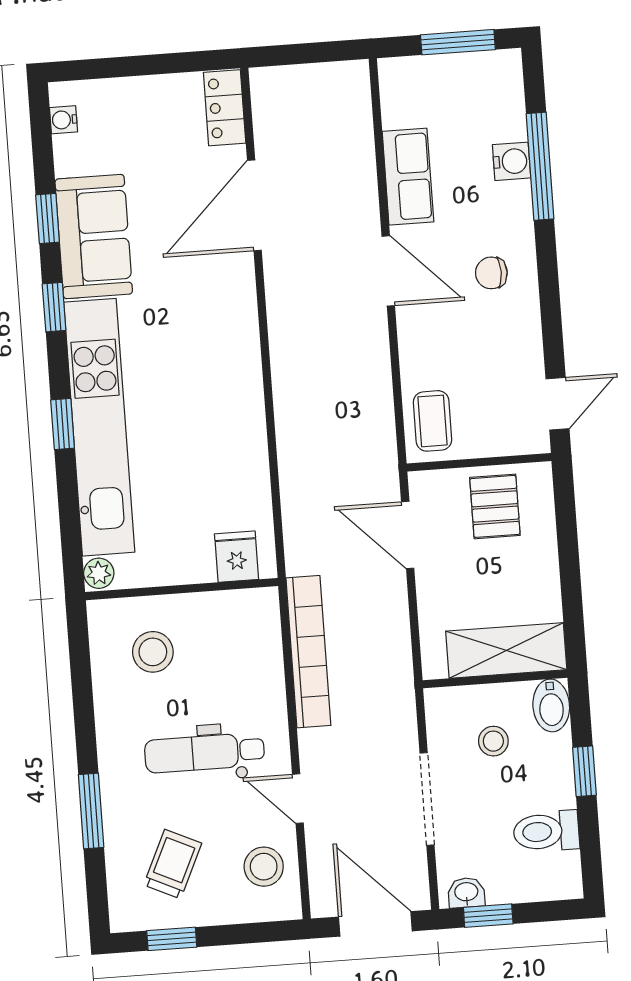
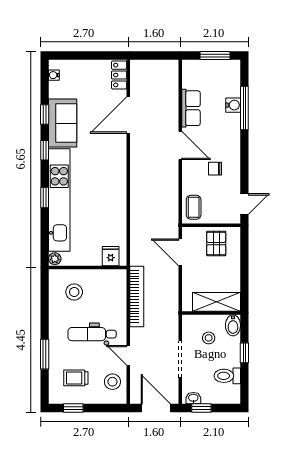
chair: (491, 273) -> (215, 169), moved
trolley: (173, 864) -> (76, 378), turned -115

